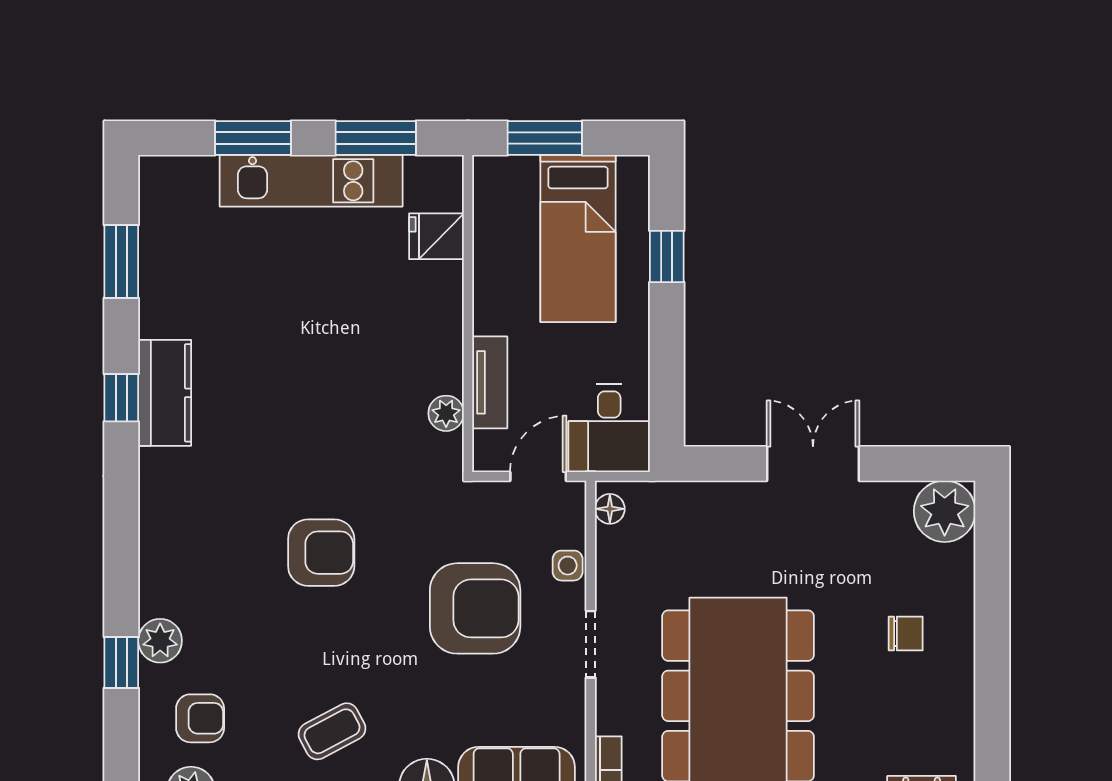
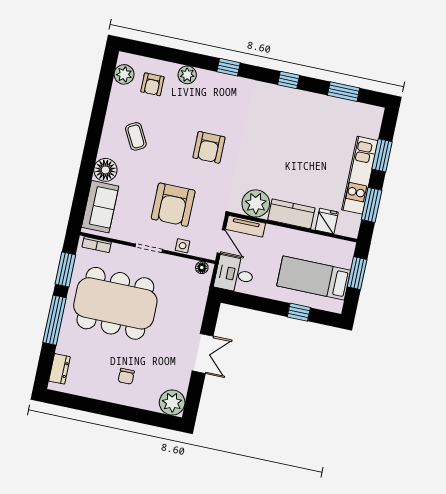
tv unit: (490, 382) -> (246, 226), moved
kitchen counter: (165, 393) -> (291, 214), moved, turned 180
plant: (446, 413) -> (256, 203), width x1.87, depth x1.87
window: (121, 662) -> (229, 67), moved

